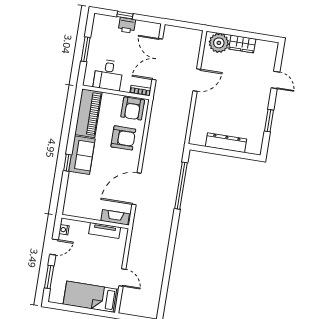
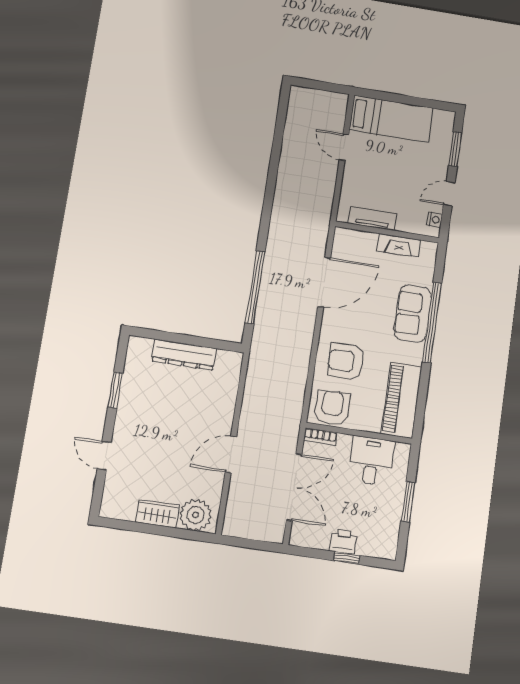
sofa: (82, 155) -> (413, 314), moved
window: (67, 163) -> (432, 322), width x3.17
fireplace: (115, 217) -> (399, 245), moved

